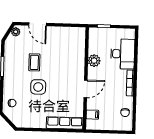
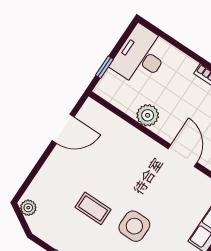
door: (38, 24) -> (63, 129), moved
desk: (123, 54) -> (141, 56), moved, turned -90

